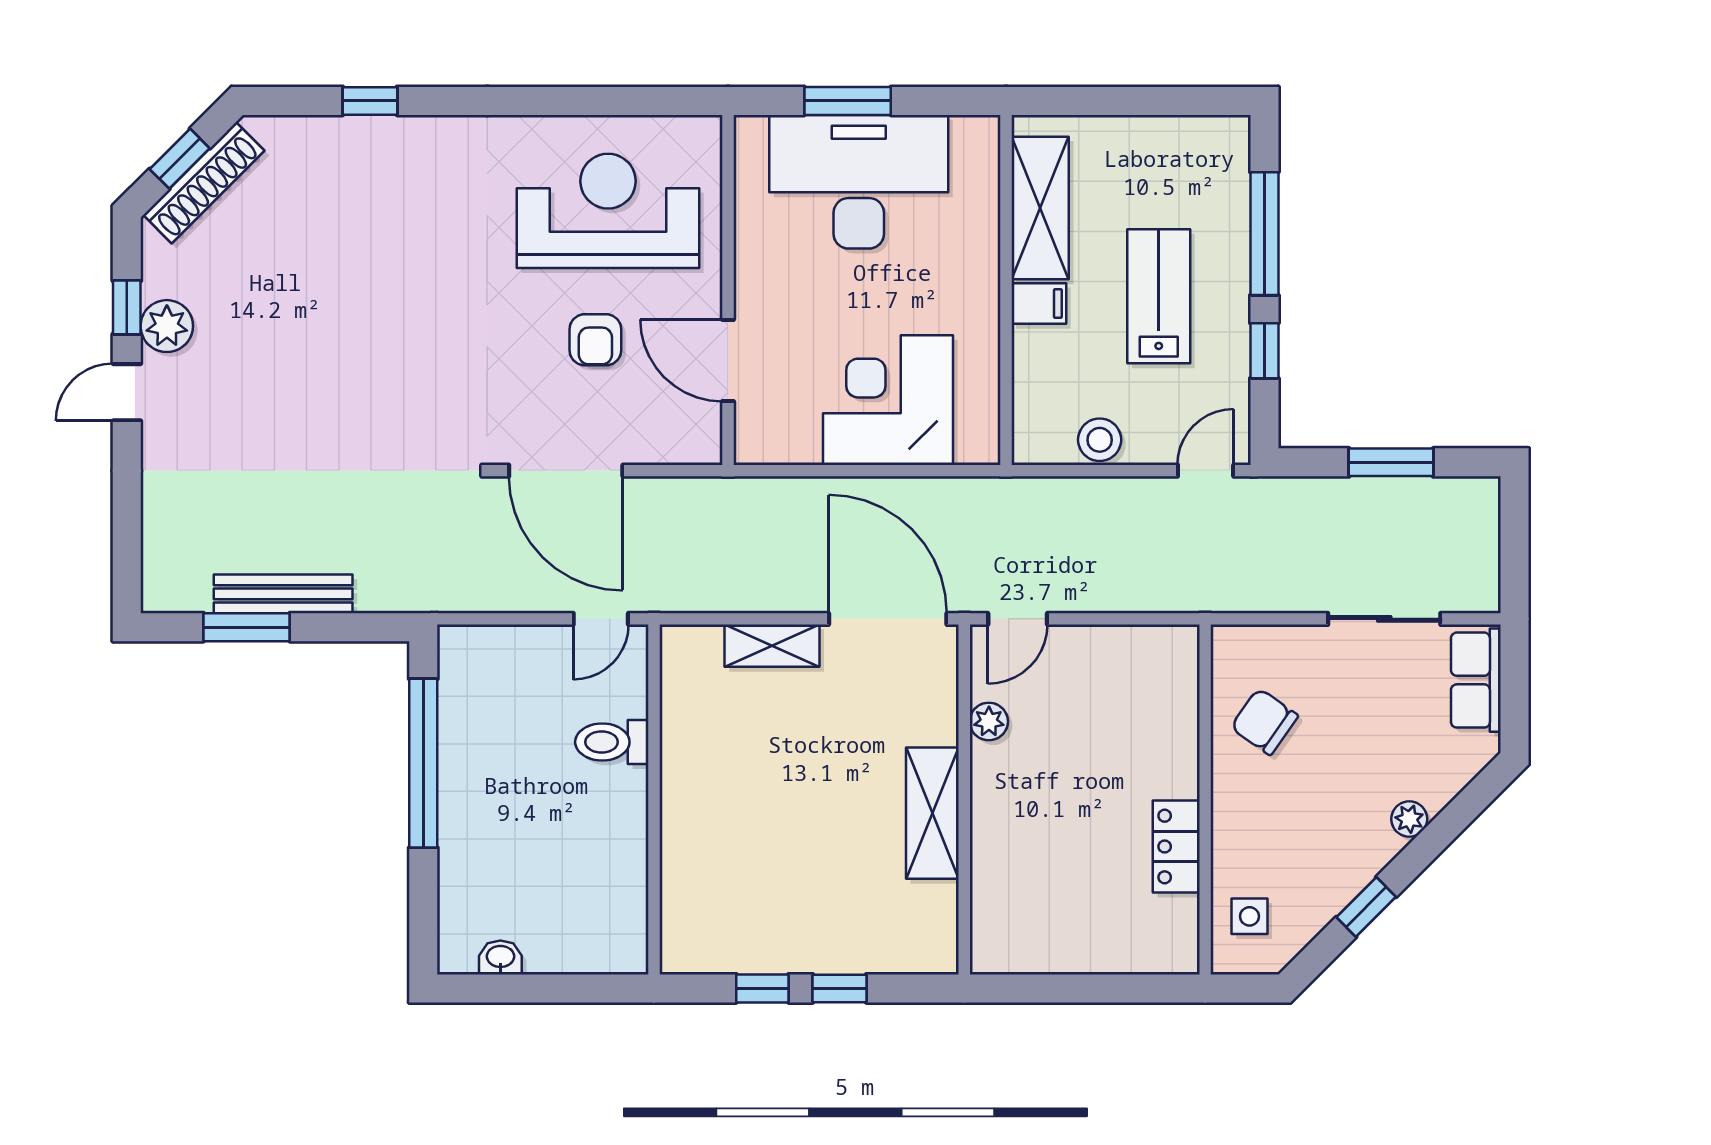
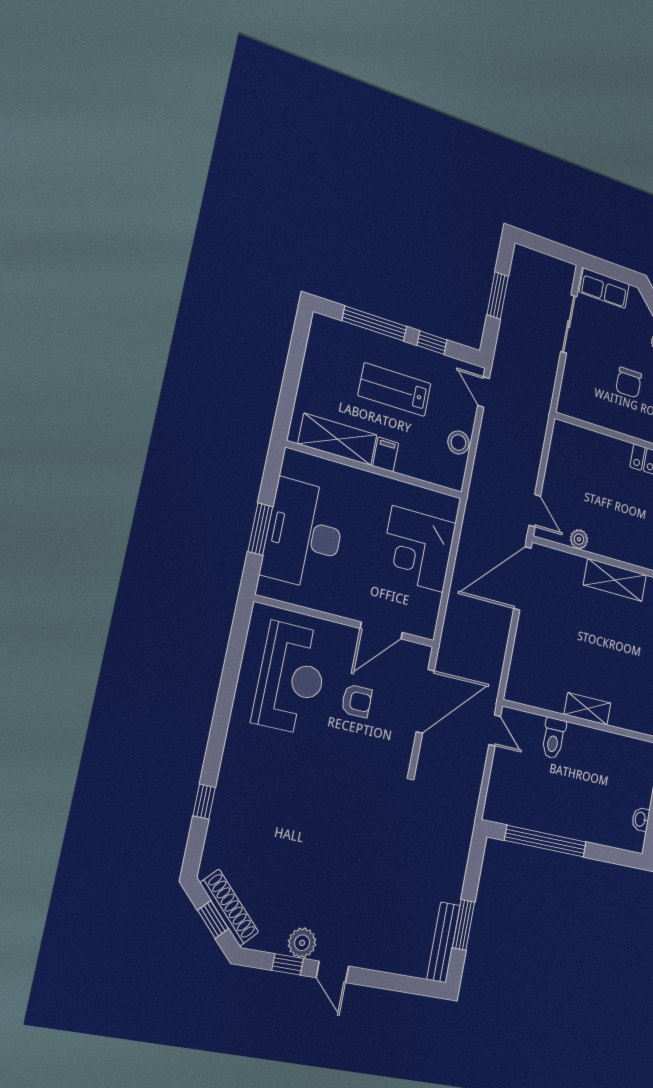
reception desk: (608, 211) -> (291, 678), turned 180
door: (566, 471) -> (425, 701), moved
bench: (283, 594) -> (443, 942), moved
shelving: (772, 646) -> (588, 709), moved, turned 90
chair: (1264, 722) -> (629, 383), moved, turned -35

